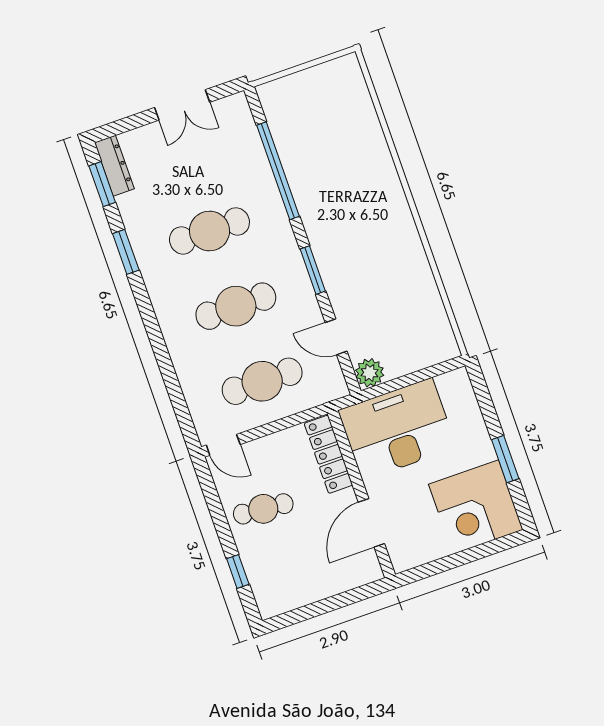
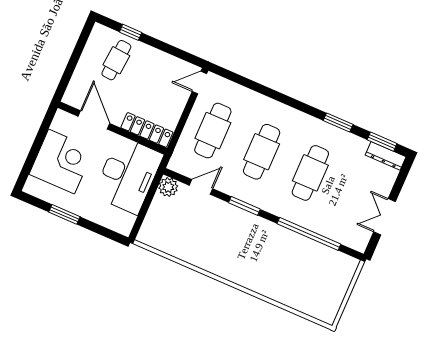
corner desk: (476, 507) -> (61, 162), moved, turned 90
cafe table: (263, 509) -> (116, 60), moved

